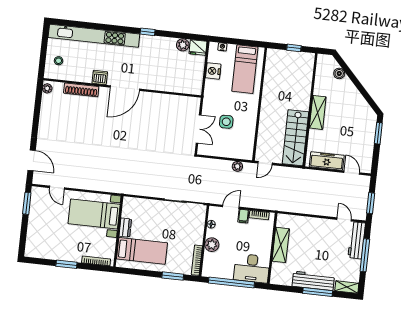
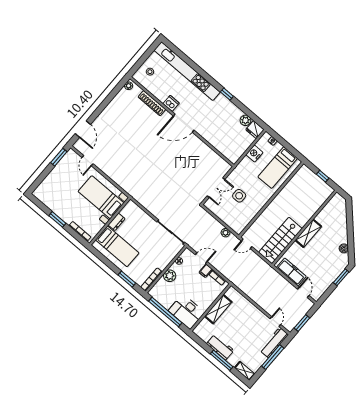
boiler: (339, 73) -> (344, 248), moved
workbench: (313, 281) -> (220, 347), width x0.73

